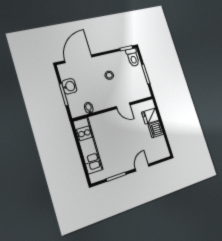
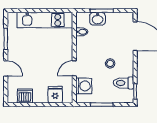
toilet: (133, 57) -> (123, 83), moved
washbasin: (69, 86) -> (98, 19), moved
washing machine: (135, 93) -> (84, 86), added
dishwasher: (156, 129) -> (25, 96), moved

